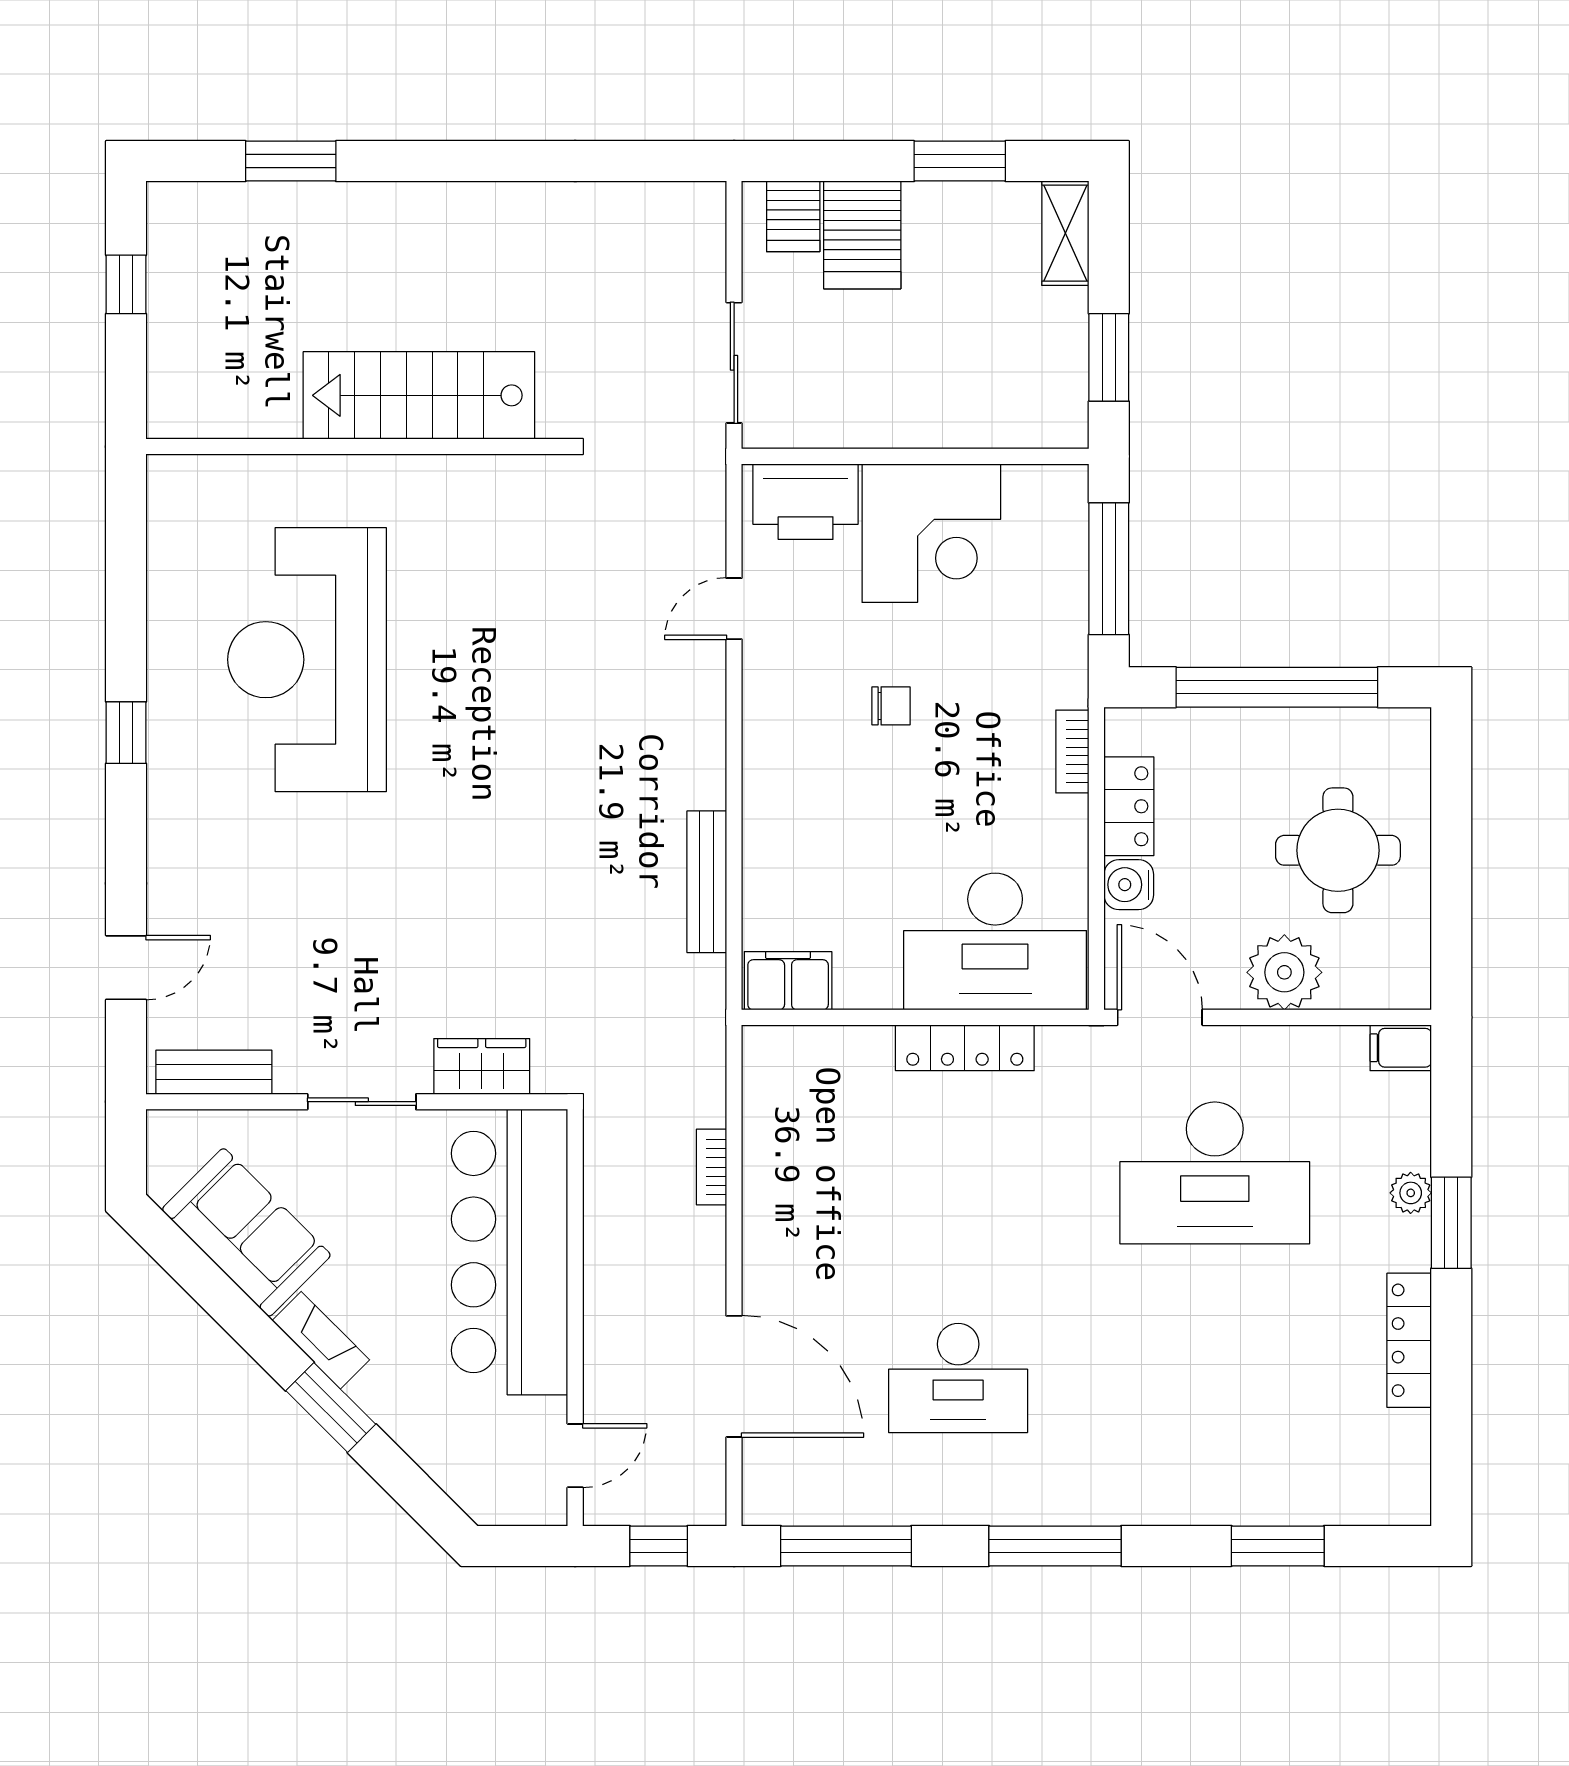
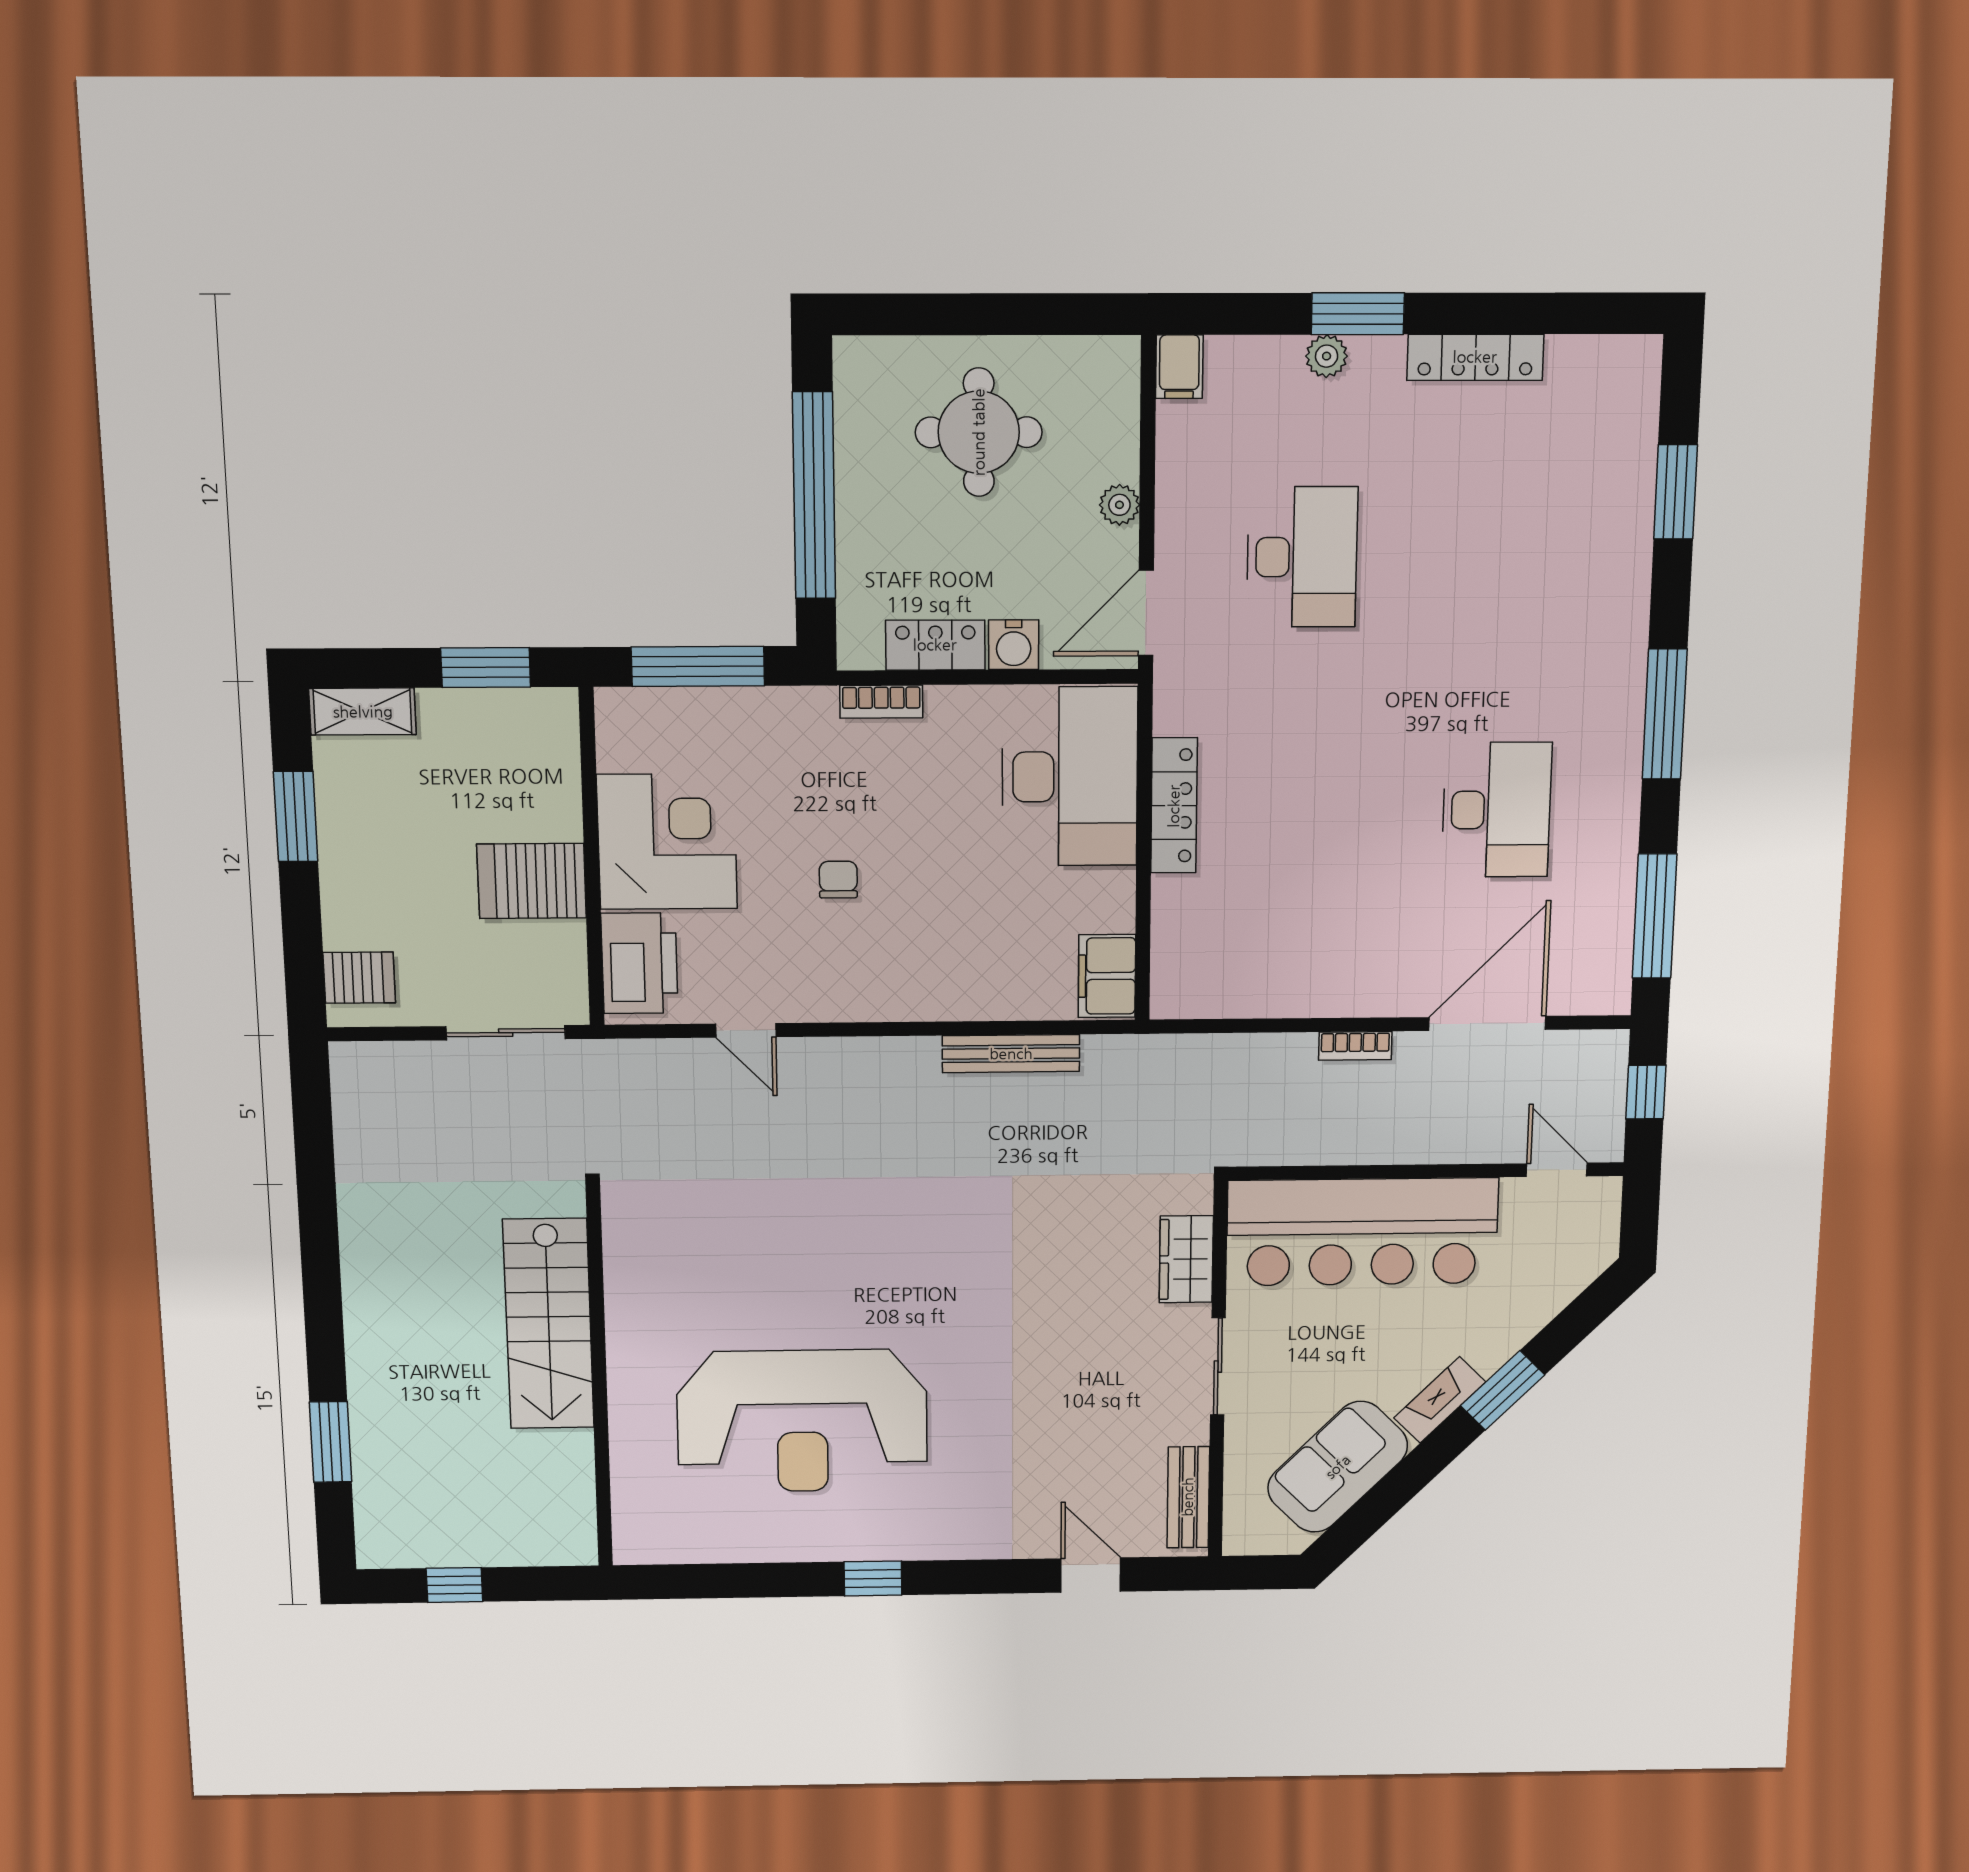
server rack: (862, 235) -> (532, 881), moved, turned 180
plant: (1284, 972) -> (1119, 505), width x0.53, depth x0.53
bookcase: (711, 1167) -> (1355, 1046), moved
desk: (1215, 1173) -> (1302, 557), width x0.73, depth x0.77

